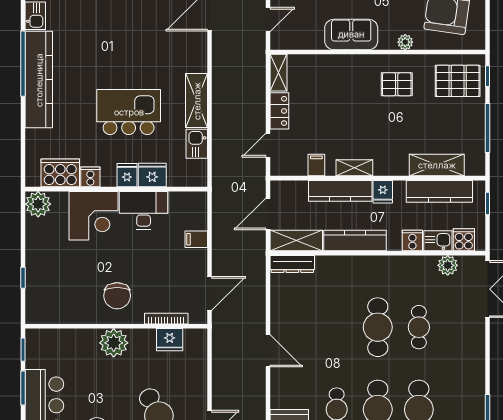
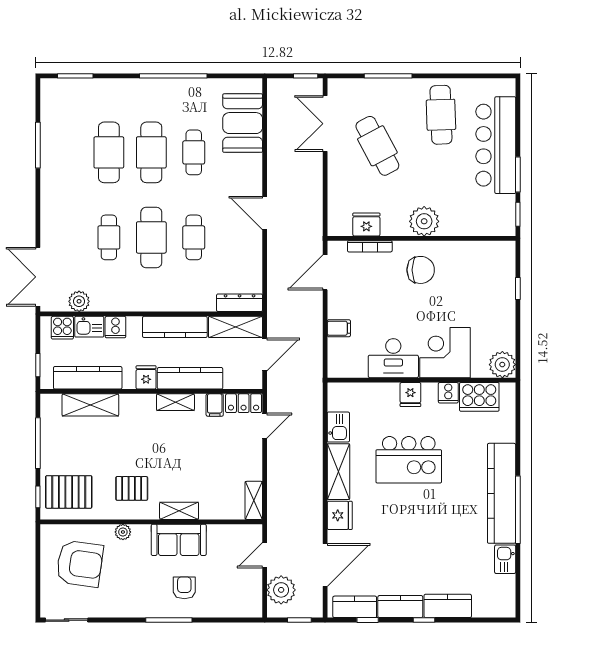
shelving: (351, 63) -> (179, 511), added
locker: (279, 111) -> (244, 403), moved, turned -90
fridge: (152, 175) -> (340, 515), moved, turned -90
chair: (117, 296) -> (421, 270), turned 90
cafe table: (337, 327) -> (194, 237), added

